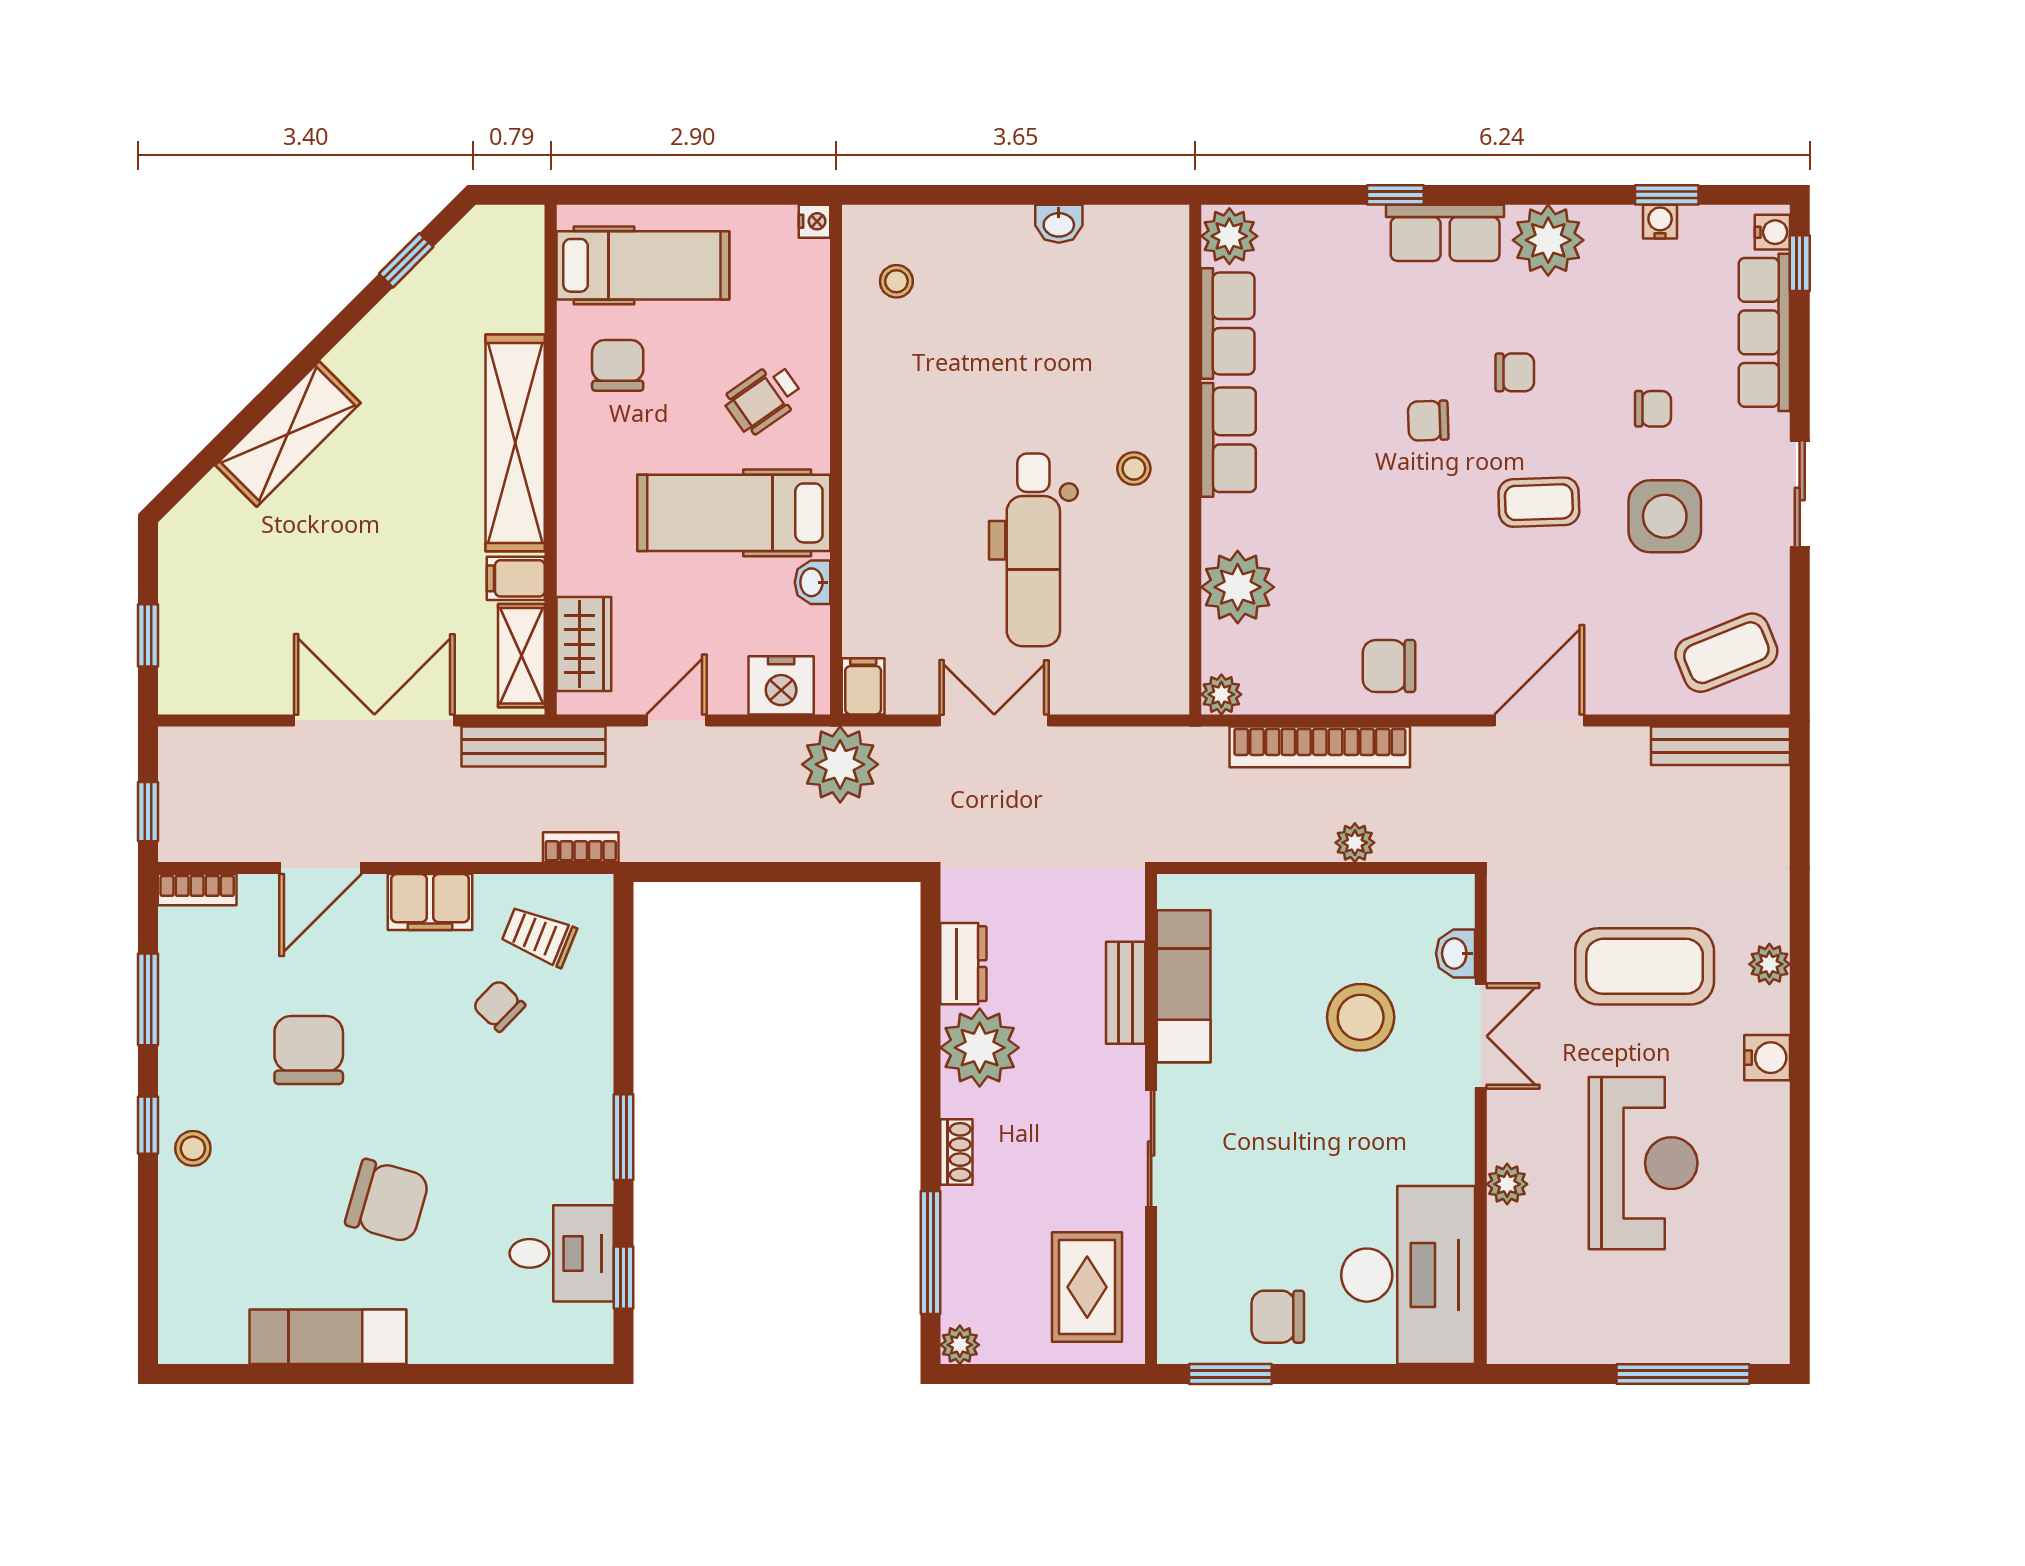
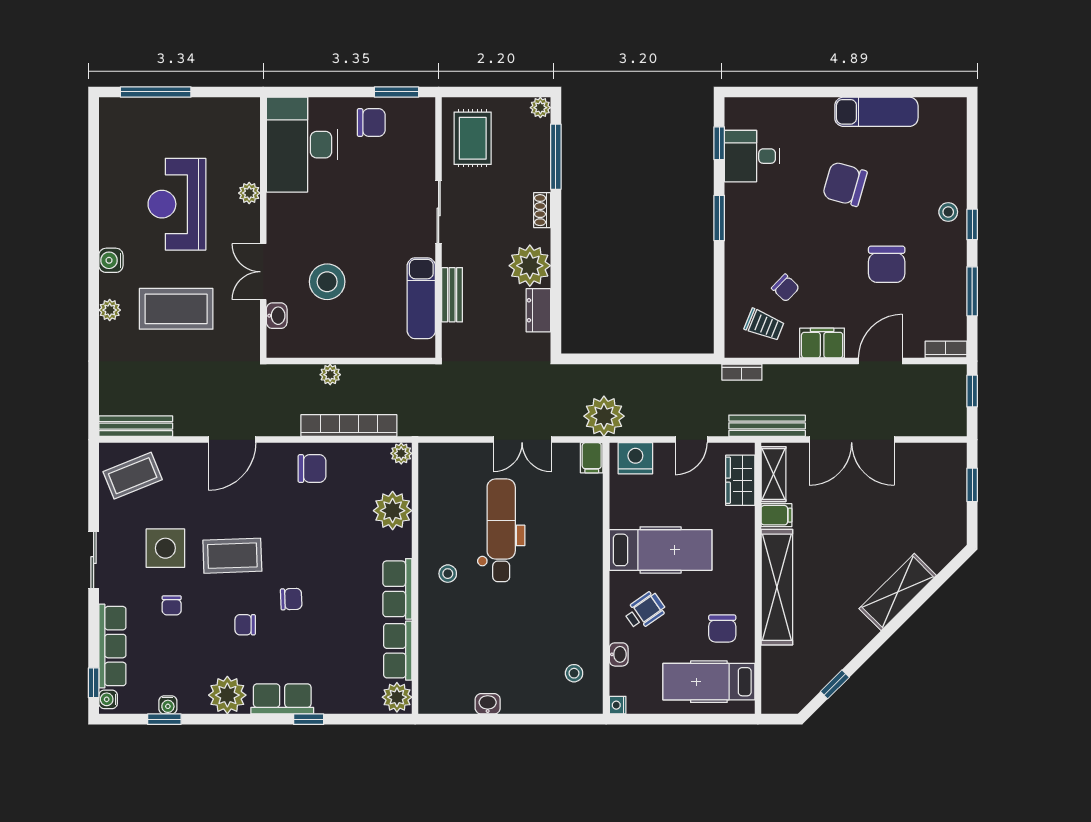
chair: (1653, 409) -> (172, 605), turned -90
coffee table: (1539, 502) -> (232, 556), width x1.36, depth x1.30
washbasin: (812, 582) -> (619, 654), moved

